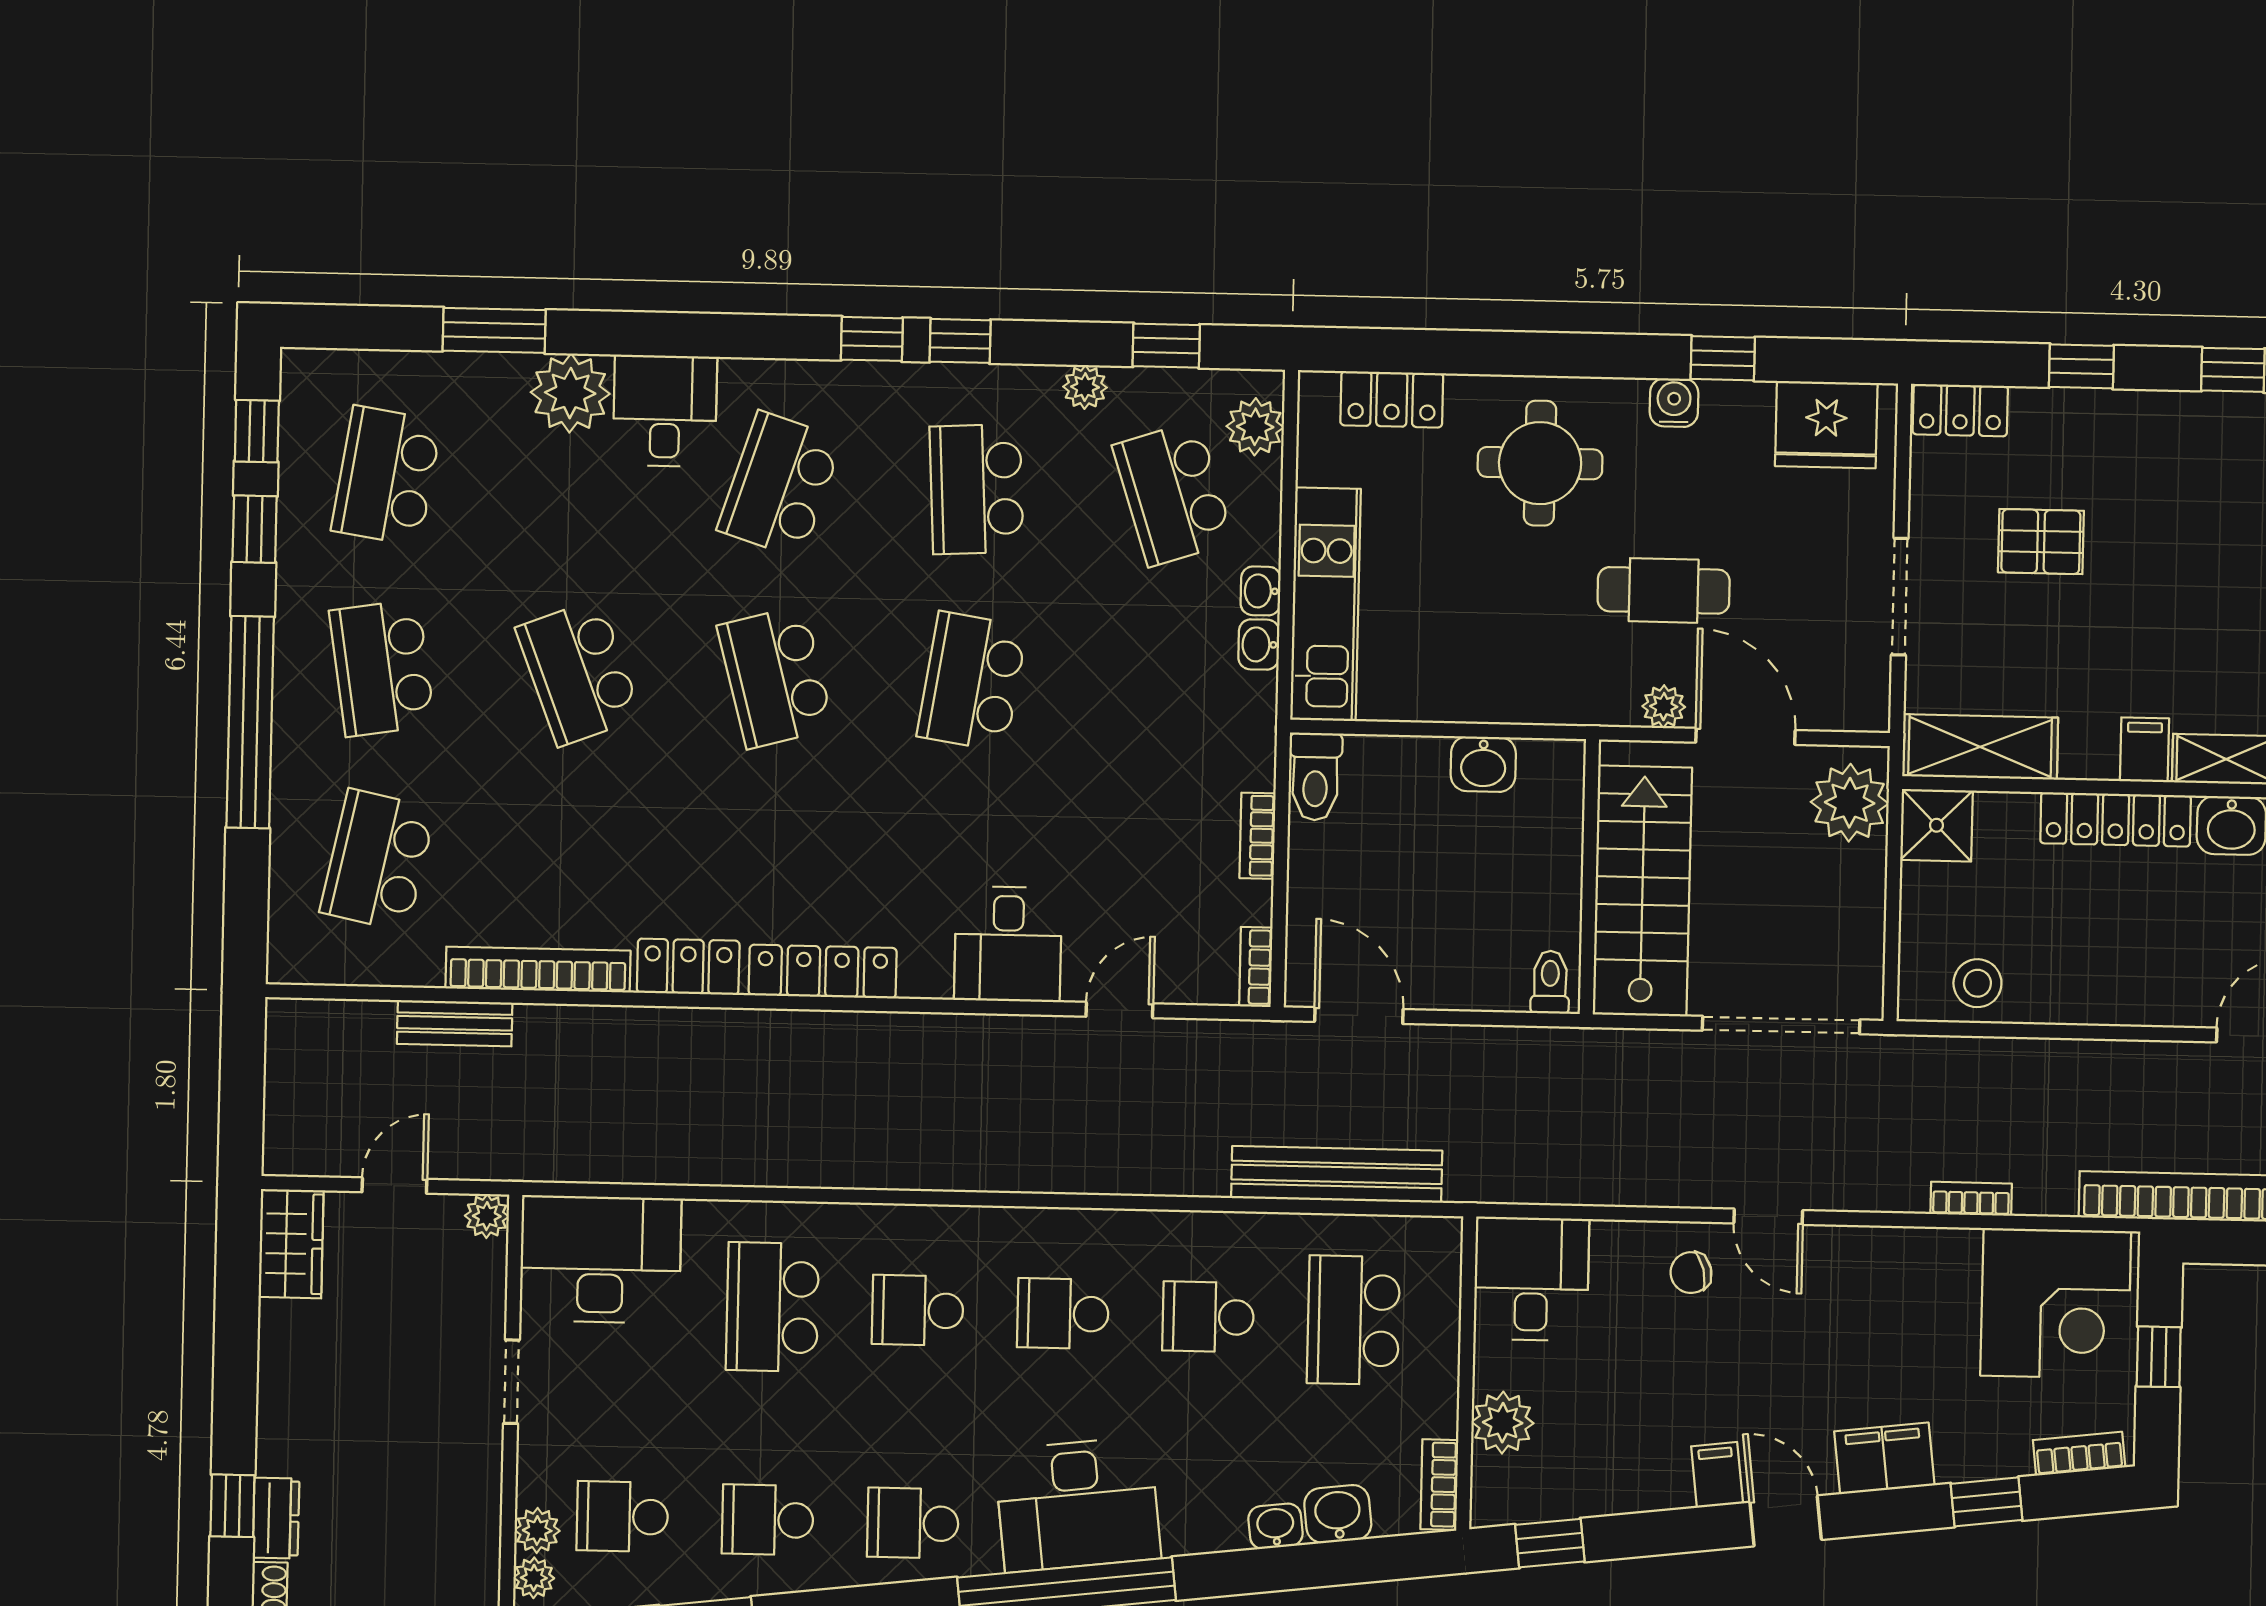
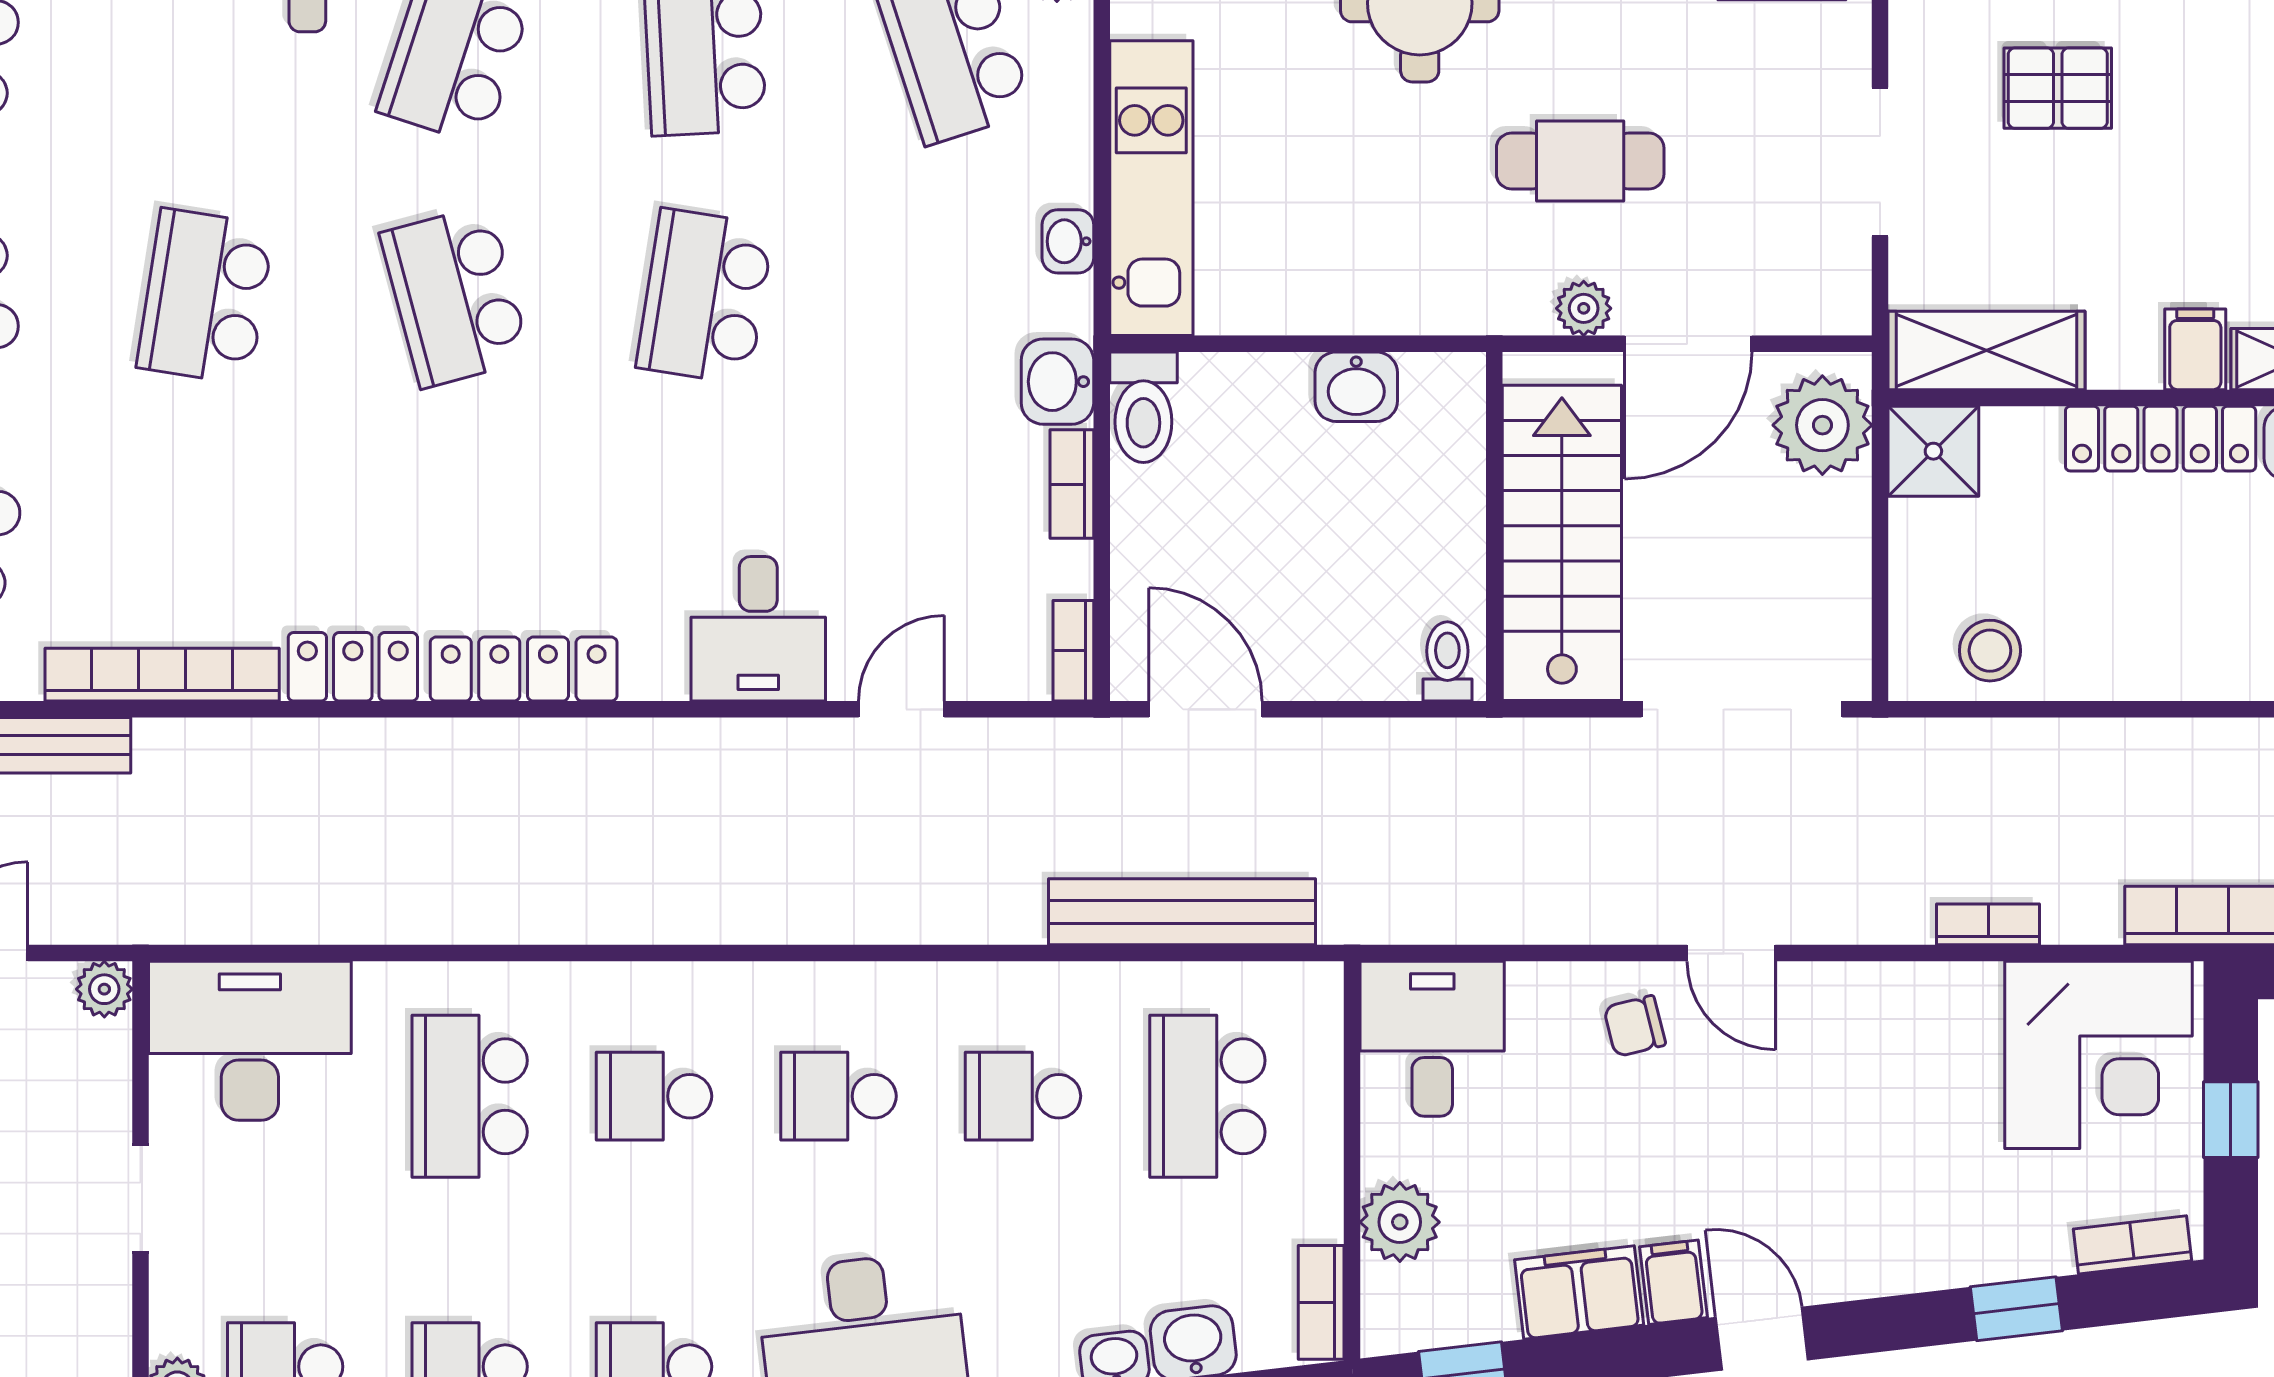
washbasin: (1261, 591) -> (1057, 382), moved, width x1.38, depth x1.45
school desk: (579, 672) -> (205, 296), turned 30
door: (1745, 736) -> (1688, 344), swing flipped
filing cabinet: (1884, 1458) -> (1579, 1292), moved

